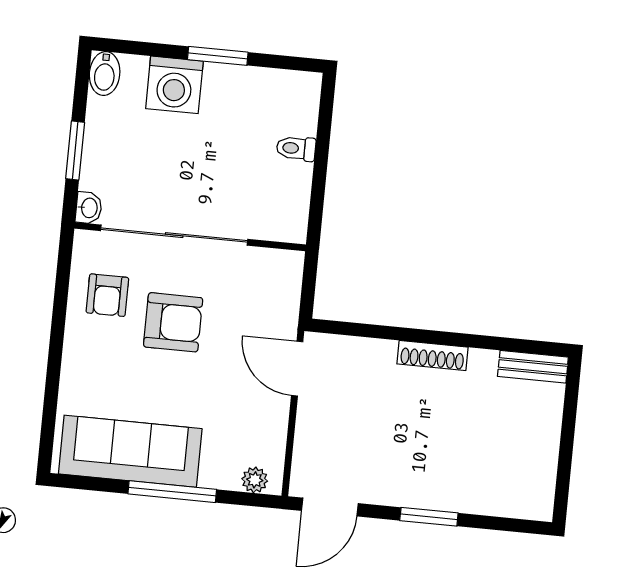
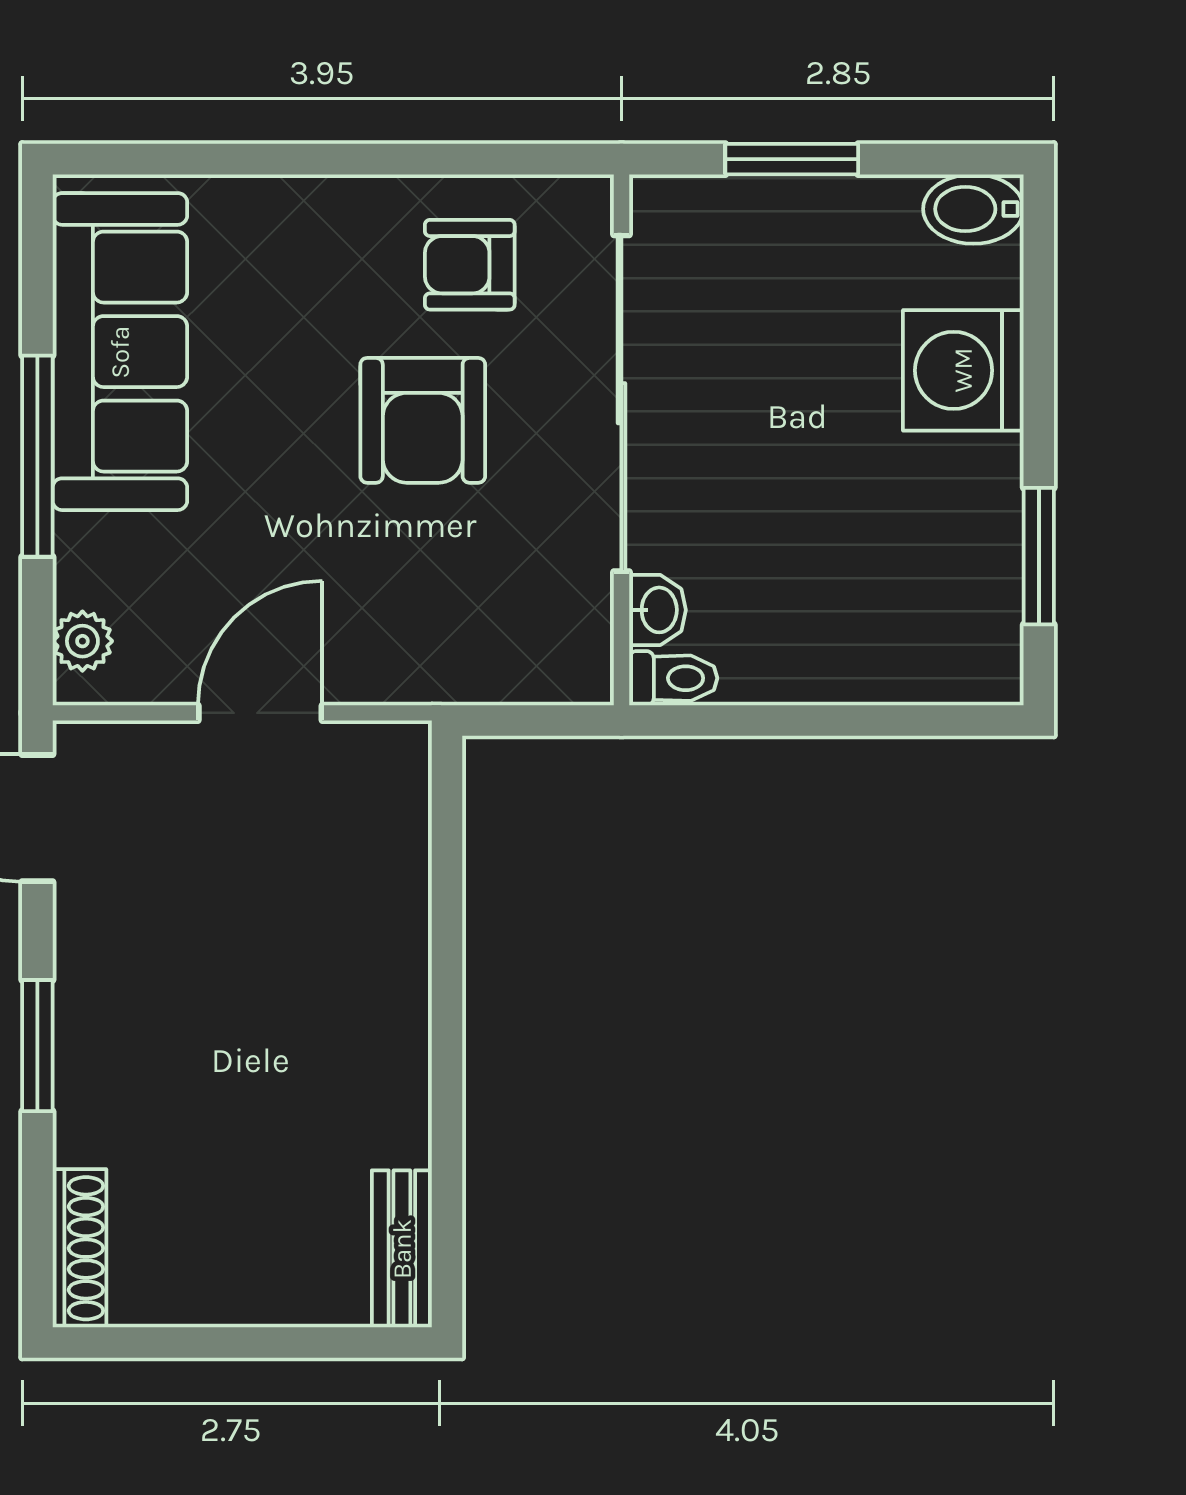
window: (218, 56) -> (1039, 556), moved
toilet: (296, 148) -> (673, 678), moved, turned 90
washbasin: (89, 208) -> (657, 610), moved, turned -90
shoe rack: (432, 356) -> (79, 1248), moved, turned 180
door: (297, 369) -> (260, 713), moved

